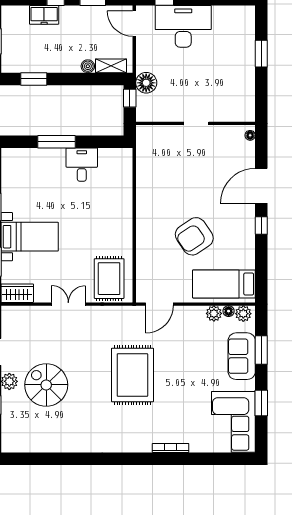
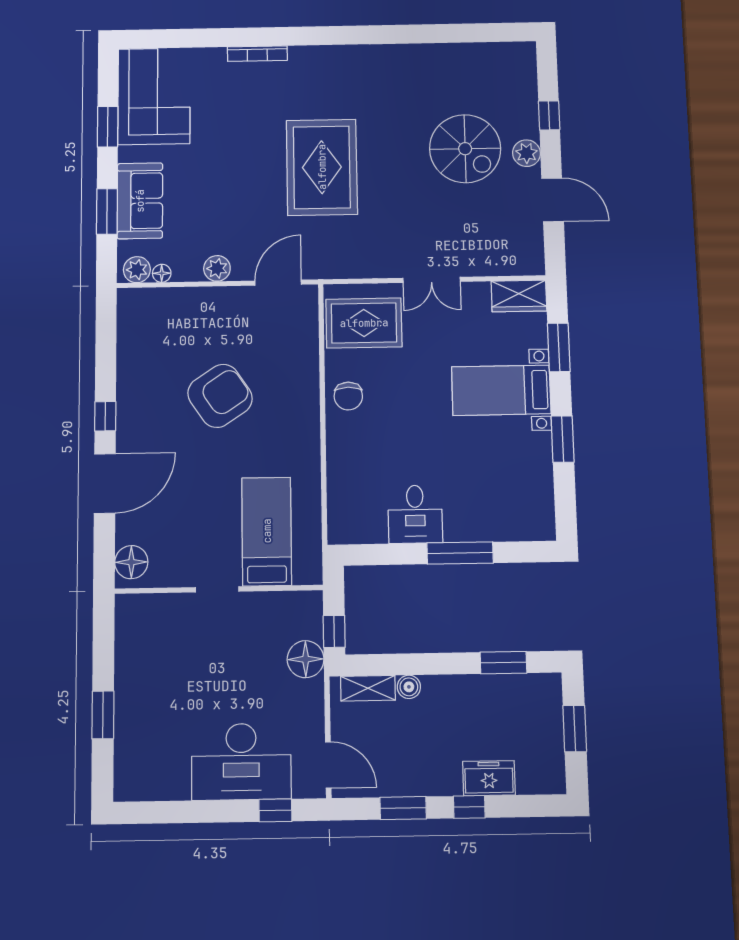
floor lamp: (250, 135) -> (131, 562), width x1.89, depth x1.89
chair: (119, 235) -> (348, 396), added
rug: (109, 279) -> (364, 323), turned 90
bed: (224, 284) -> (267, 531), moved, turned -90
plant: (214, 313) -> (217, 268), moved

